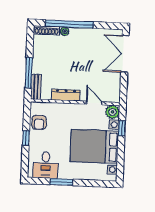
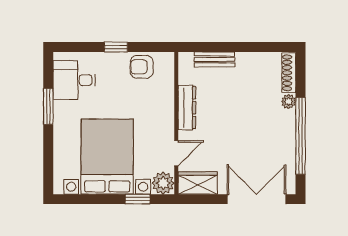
window: (69, 24) -> (300, 136), moved
window: (29, 73) -> (220, 47), removed
bench: (36, 87) -> (215, 59), moved
wardrobe: (113, 90) -> (198, 183), added

